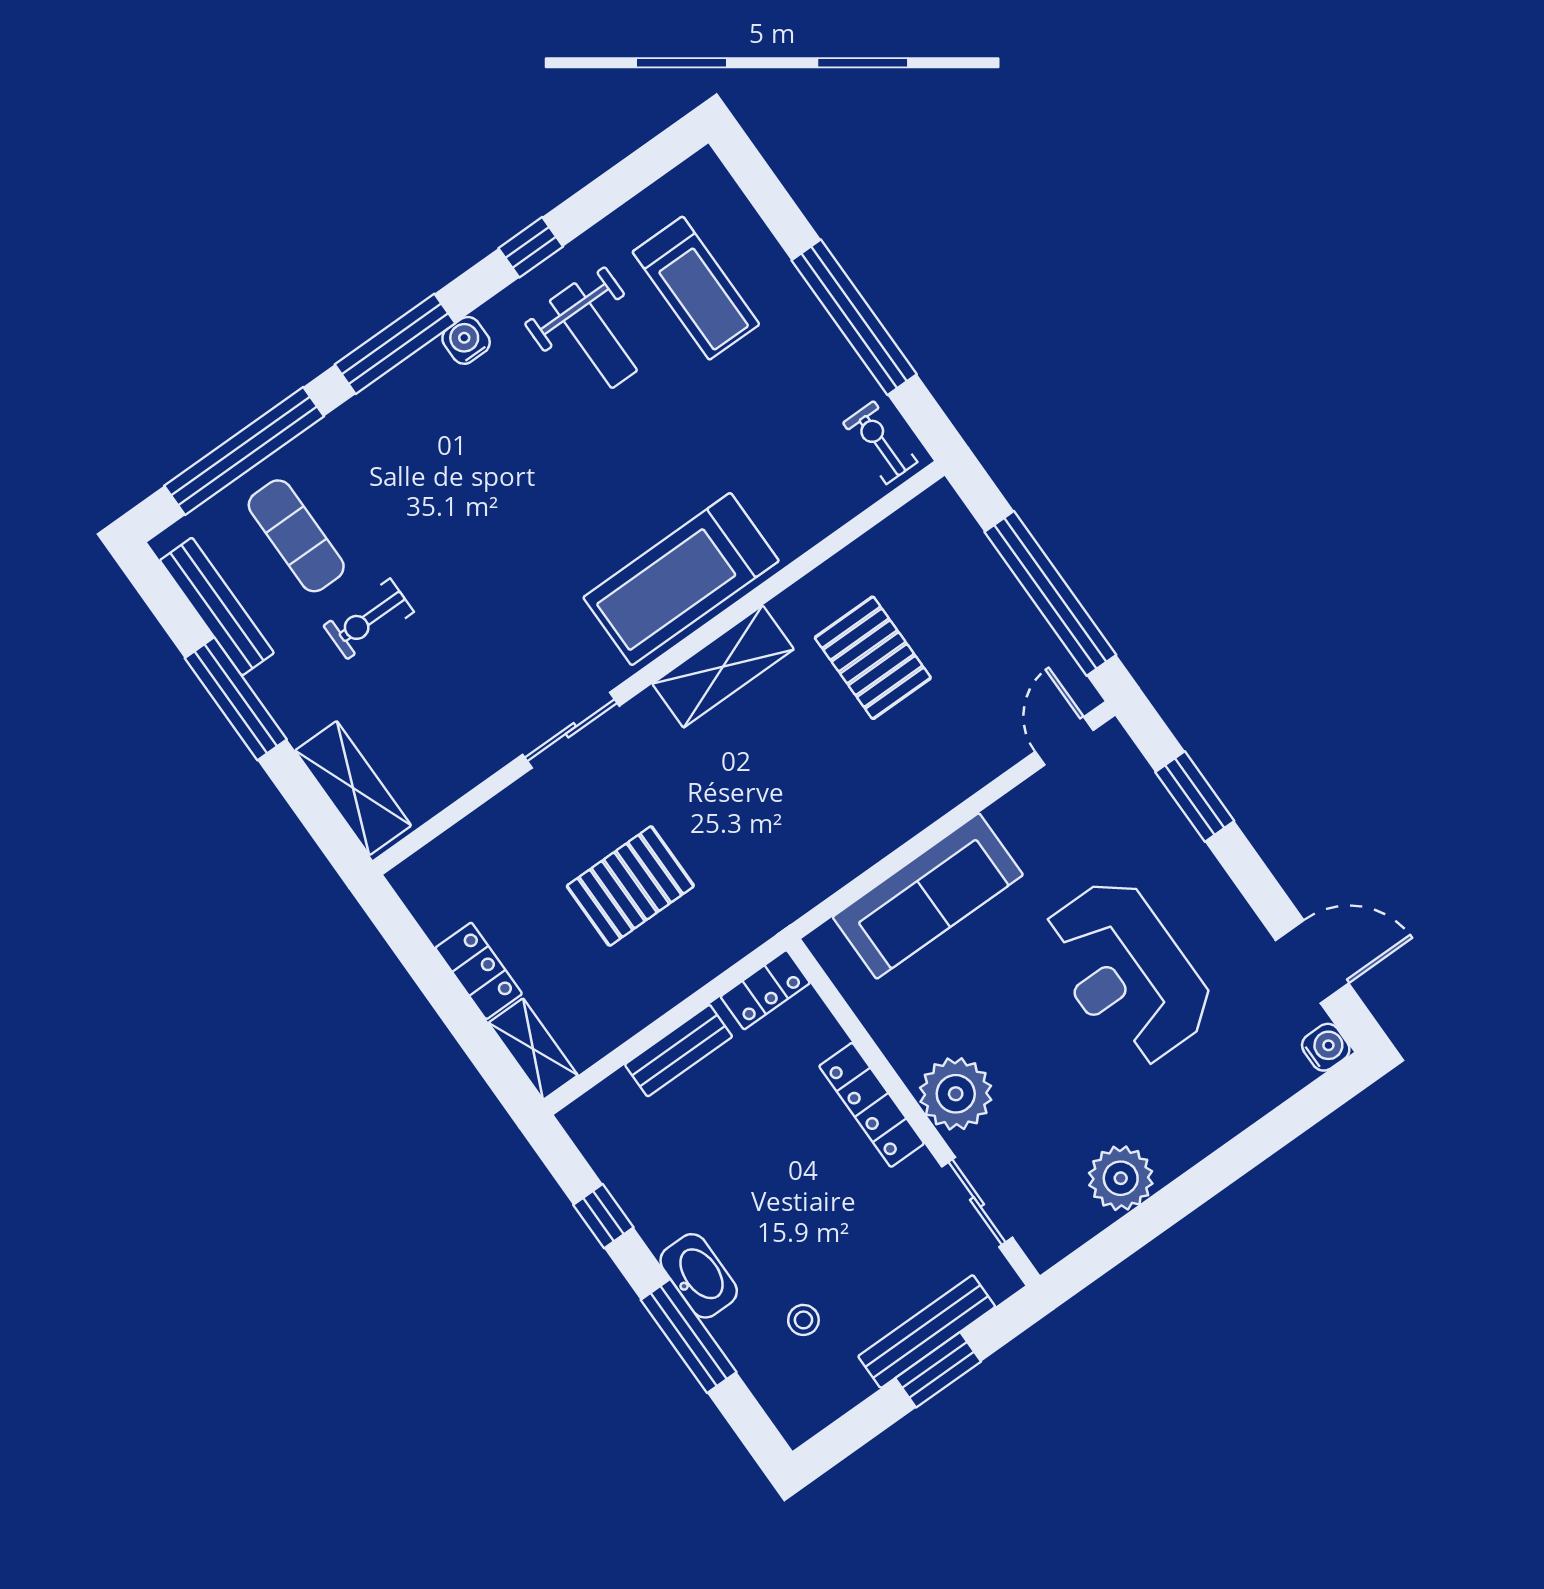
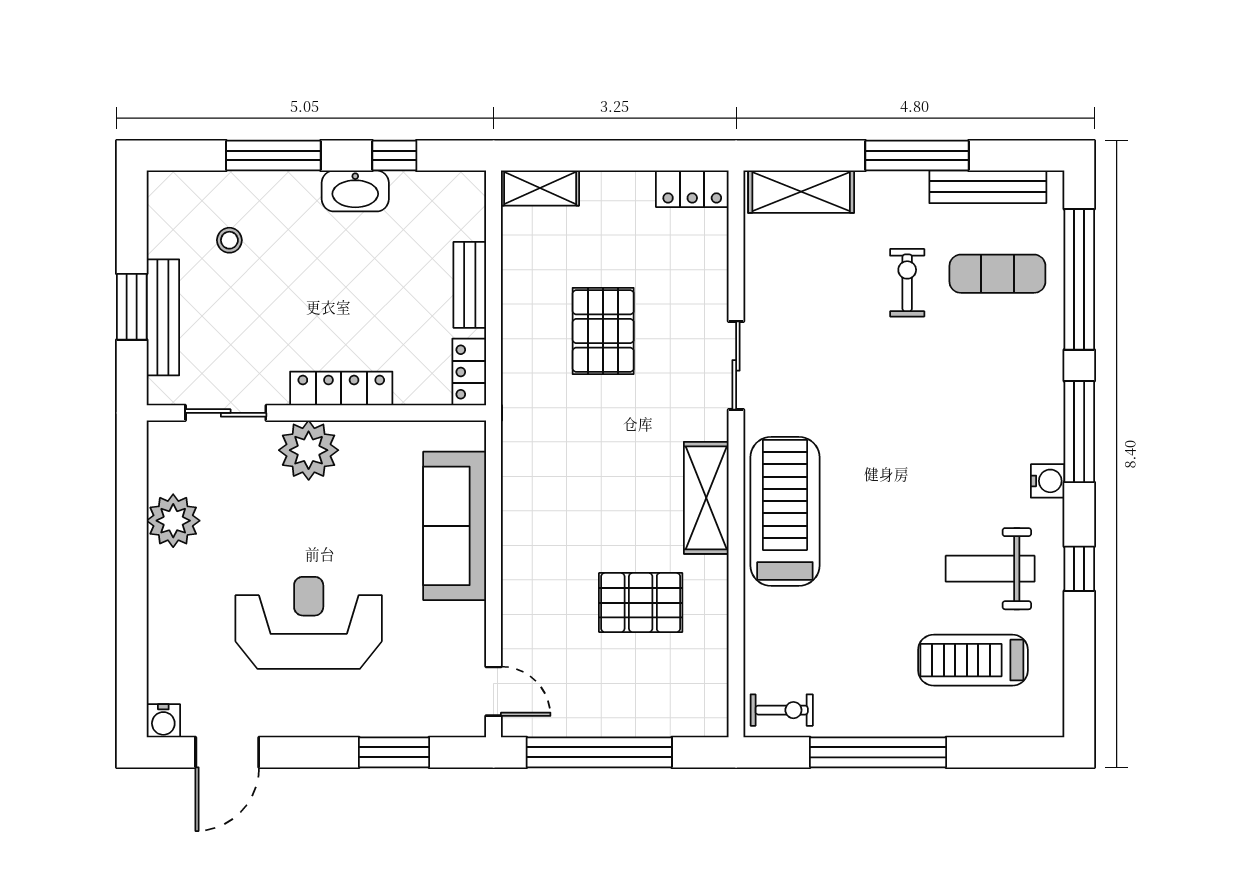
locker: (479, 971) -> (692, 189), moved
washbasin: (699, 1276) -> (355, 191), moved

